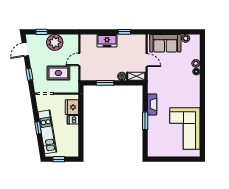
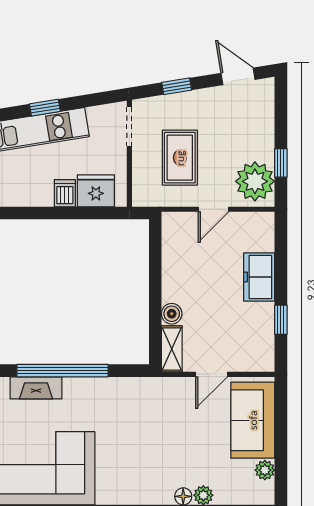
window: (42, 32) -> (281, 163), moved
plant: (55, 42) -> (255, 181), moved
door: (79, 59) -> (213, 209), swing flipped
window: (105, 83) -> (155, 272), removed
fireplace: (152, 104) -> (36, 388), moved
window: (145, 121) -> (62, 371), width x2.11

